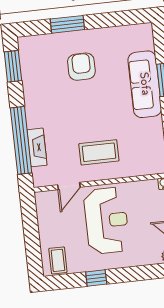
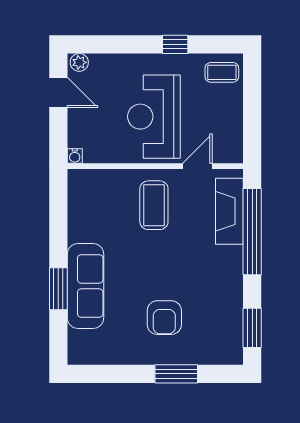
fireplace: (37, 147) -> (229, 211), width x1.37, depth x1.32
coffee table: (99, 152) -> (154, 205), turned 90
coffee table: (58, 260) -> (222, 72), turned 90

